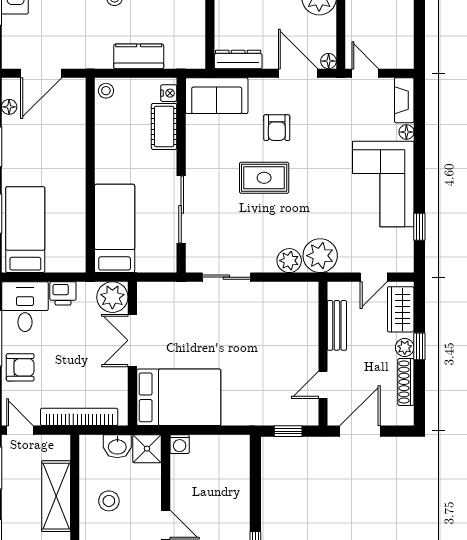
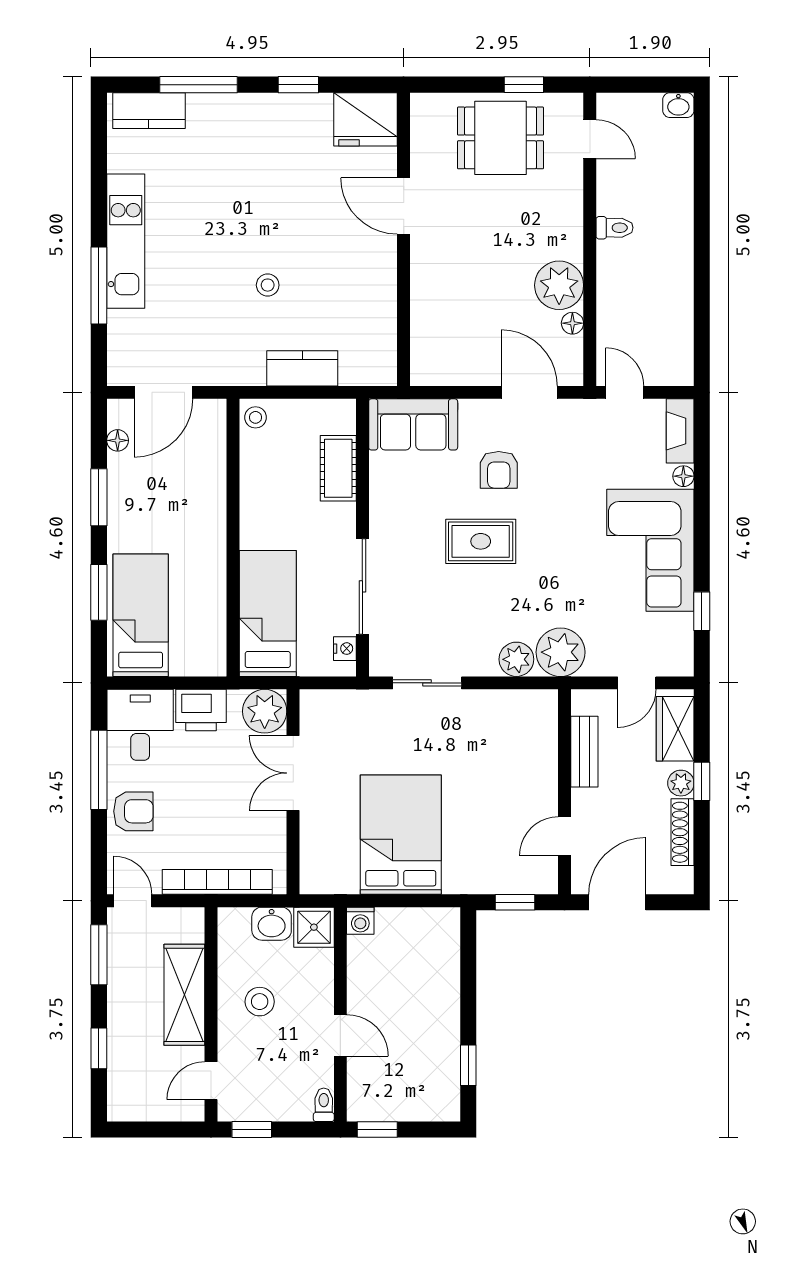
dresser: (238, 59) -> (444, 373), removed
floor lamp: (329, 61) -> (572, 323), moved
nightstand: (169, 93) -> (345, 649), moved
printer: (63, 293) -> (201, 710), width x1.36, depth x1.24
bed: (179, 397) -> (401, 835), moved, turned -90

